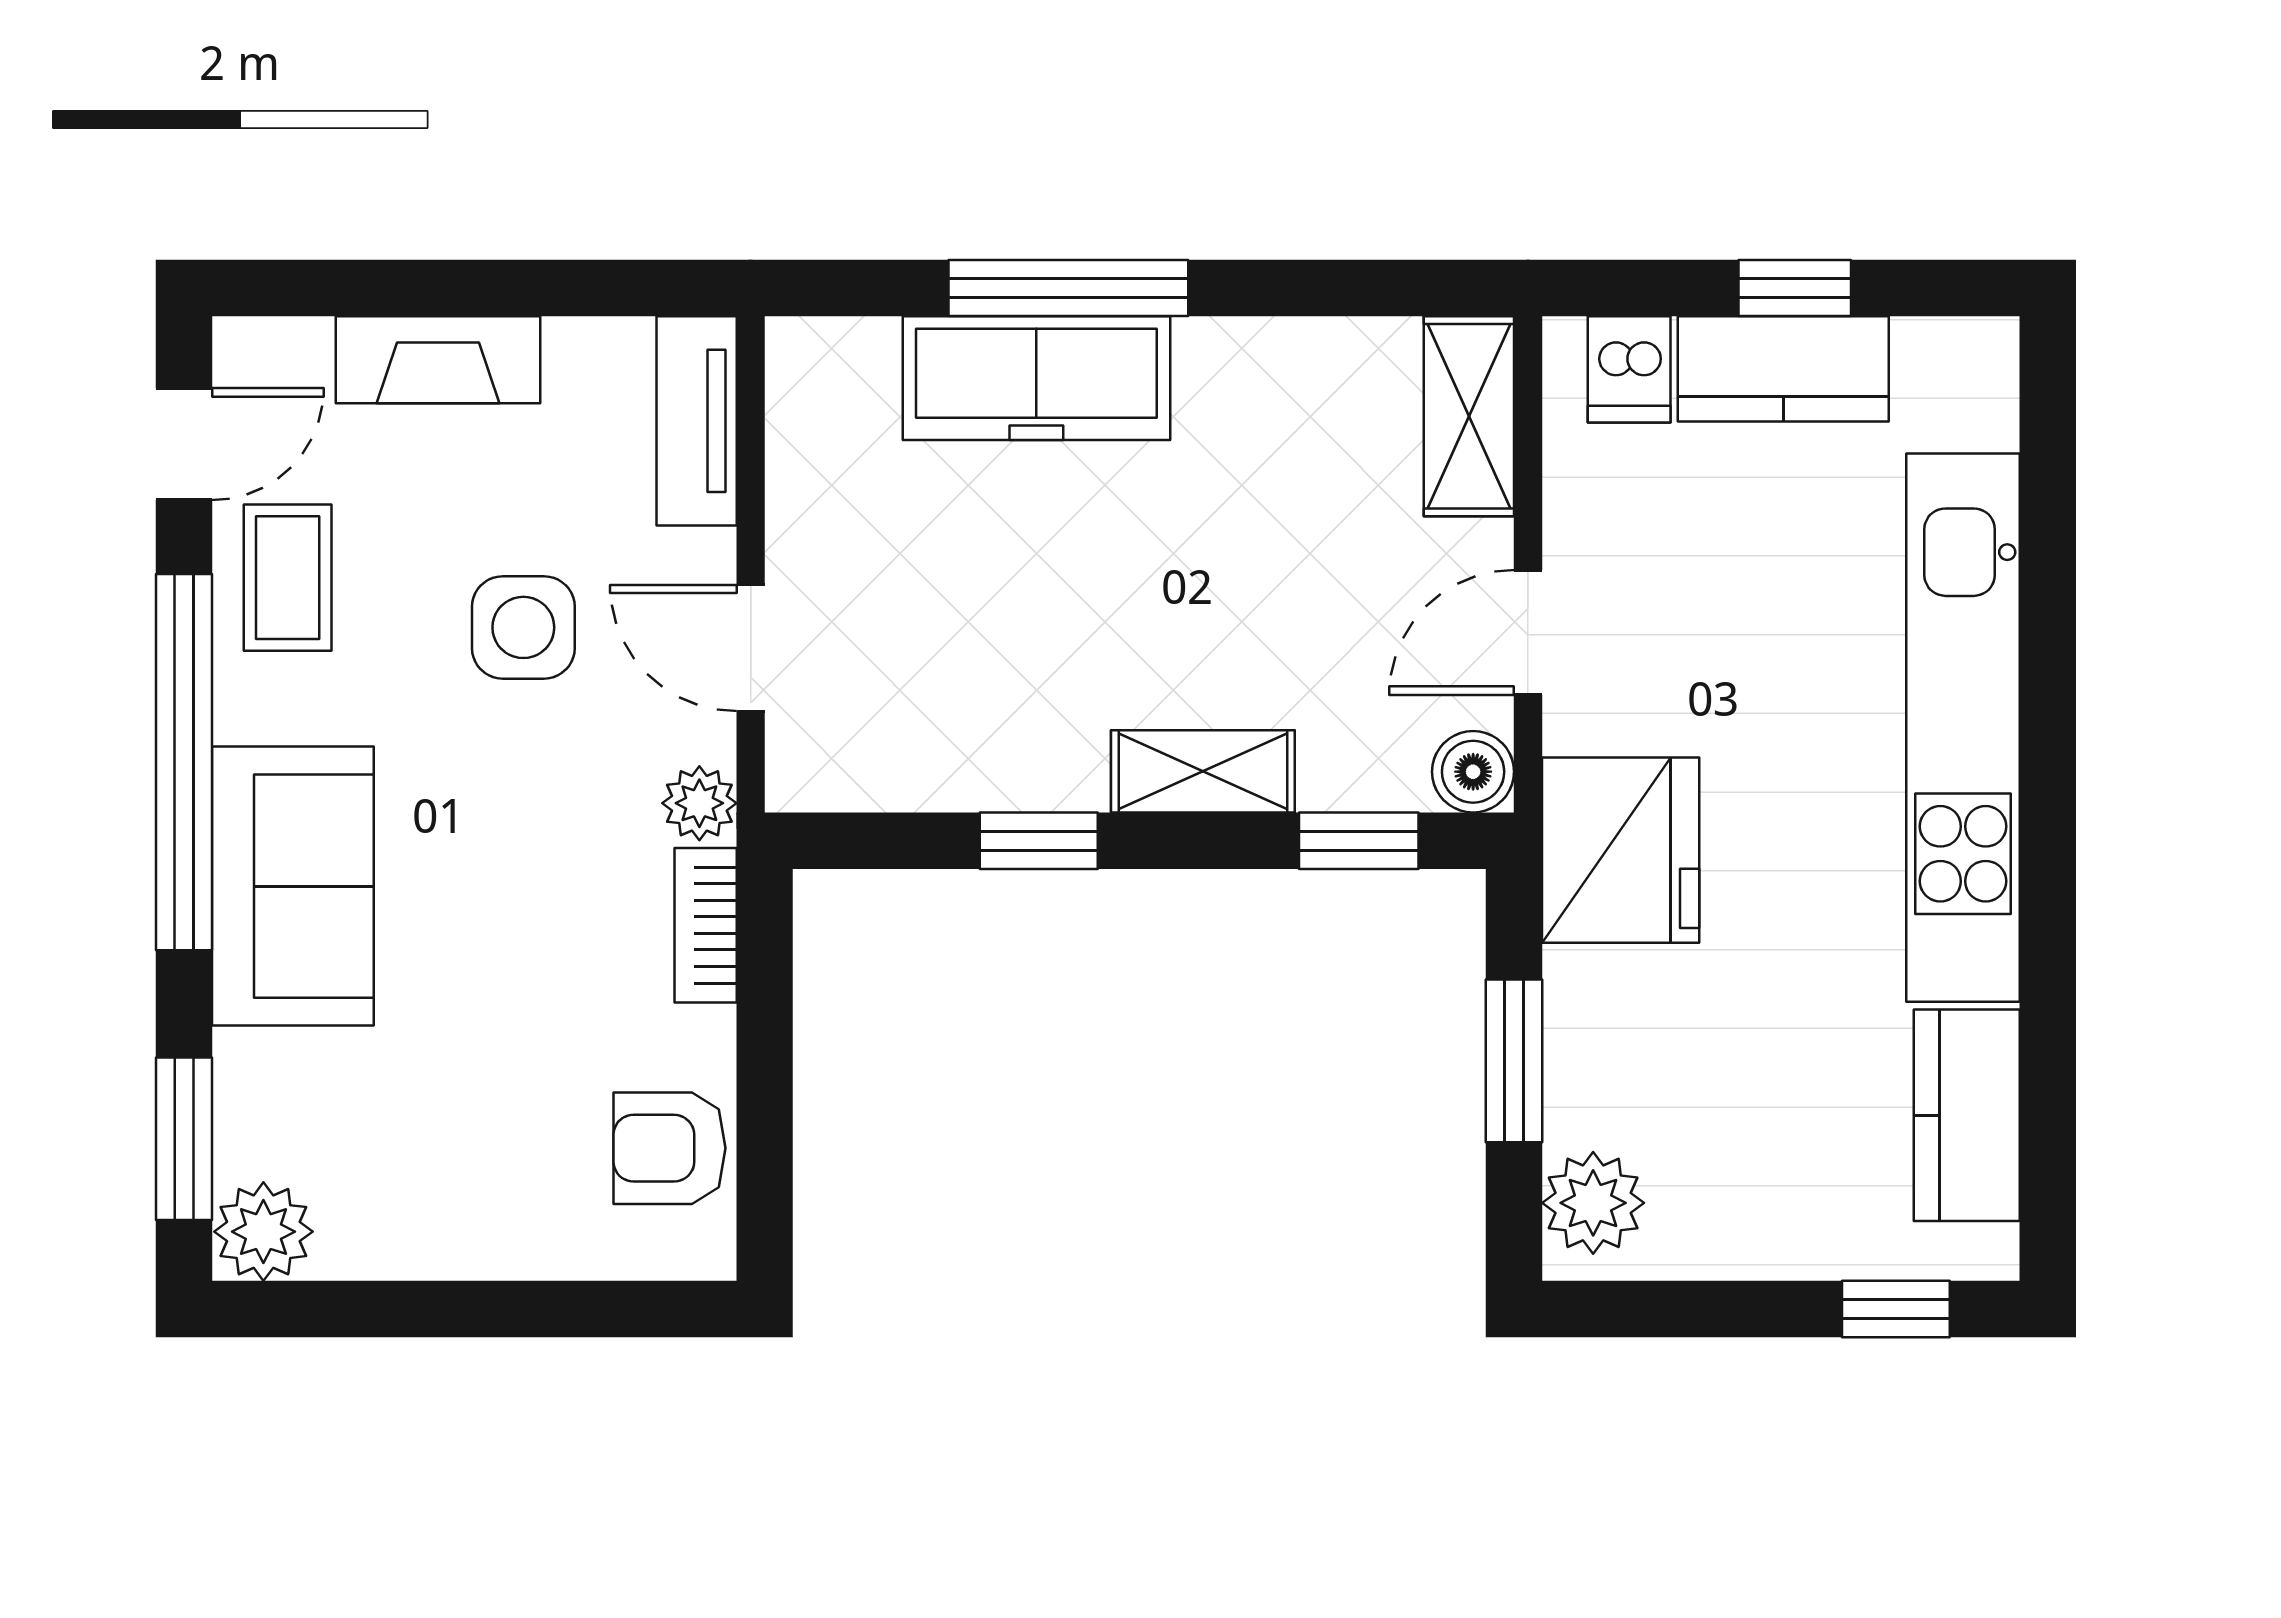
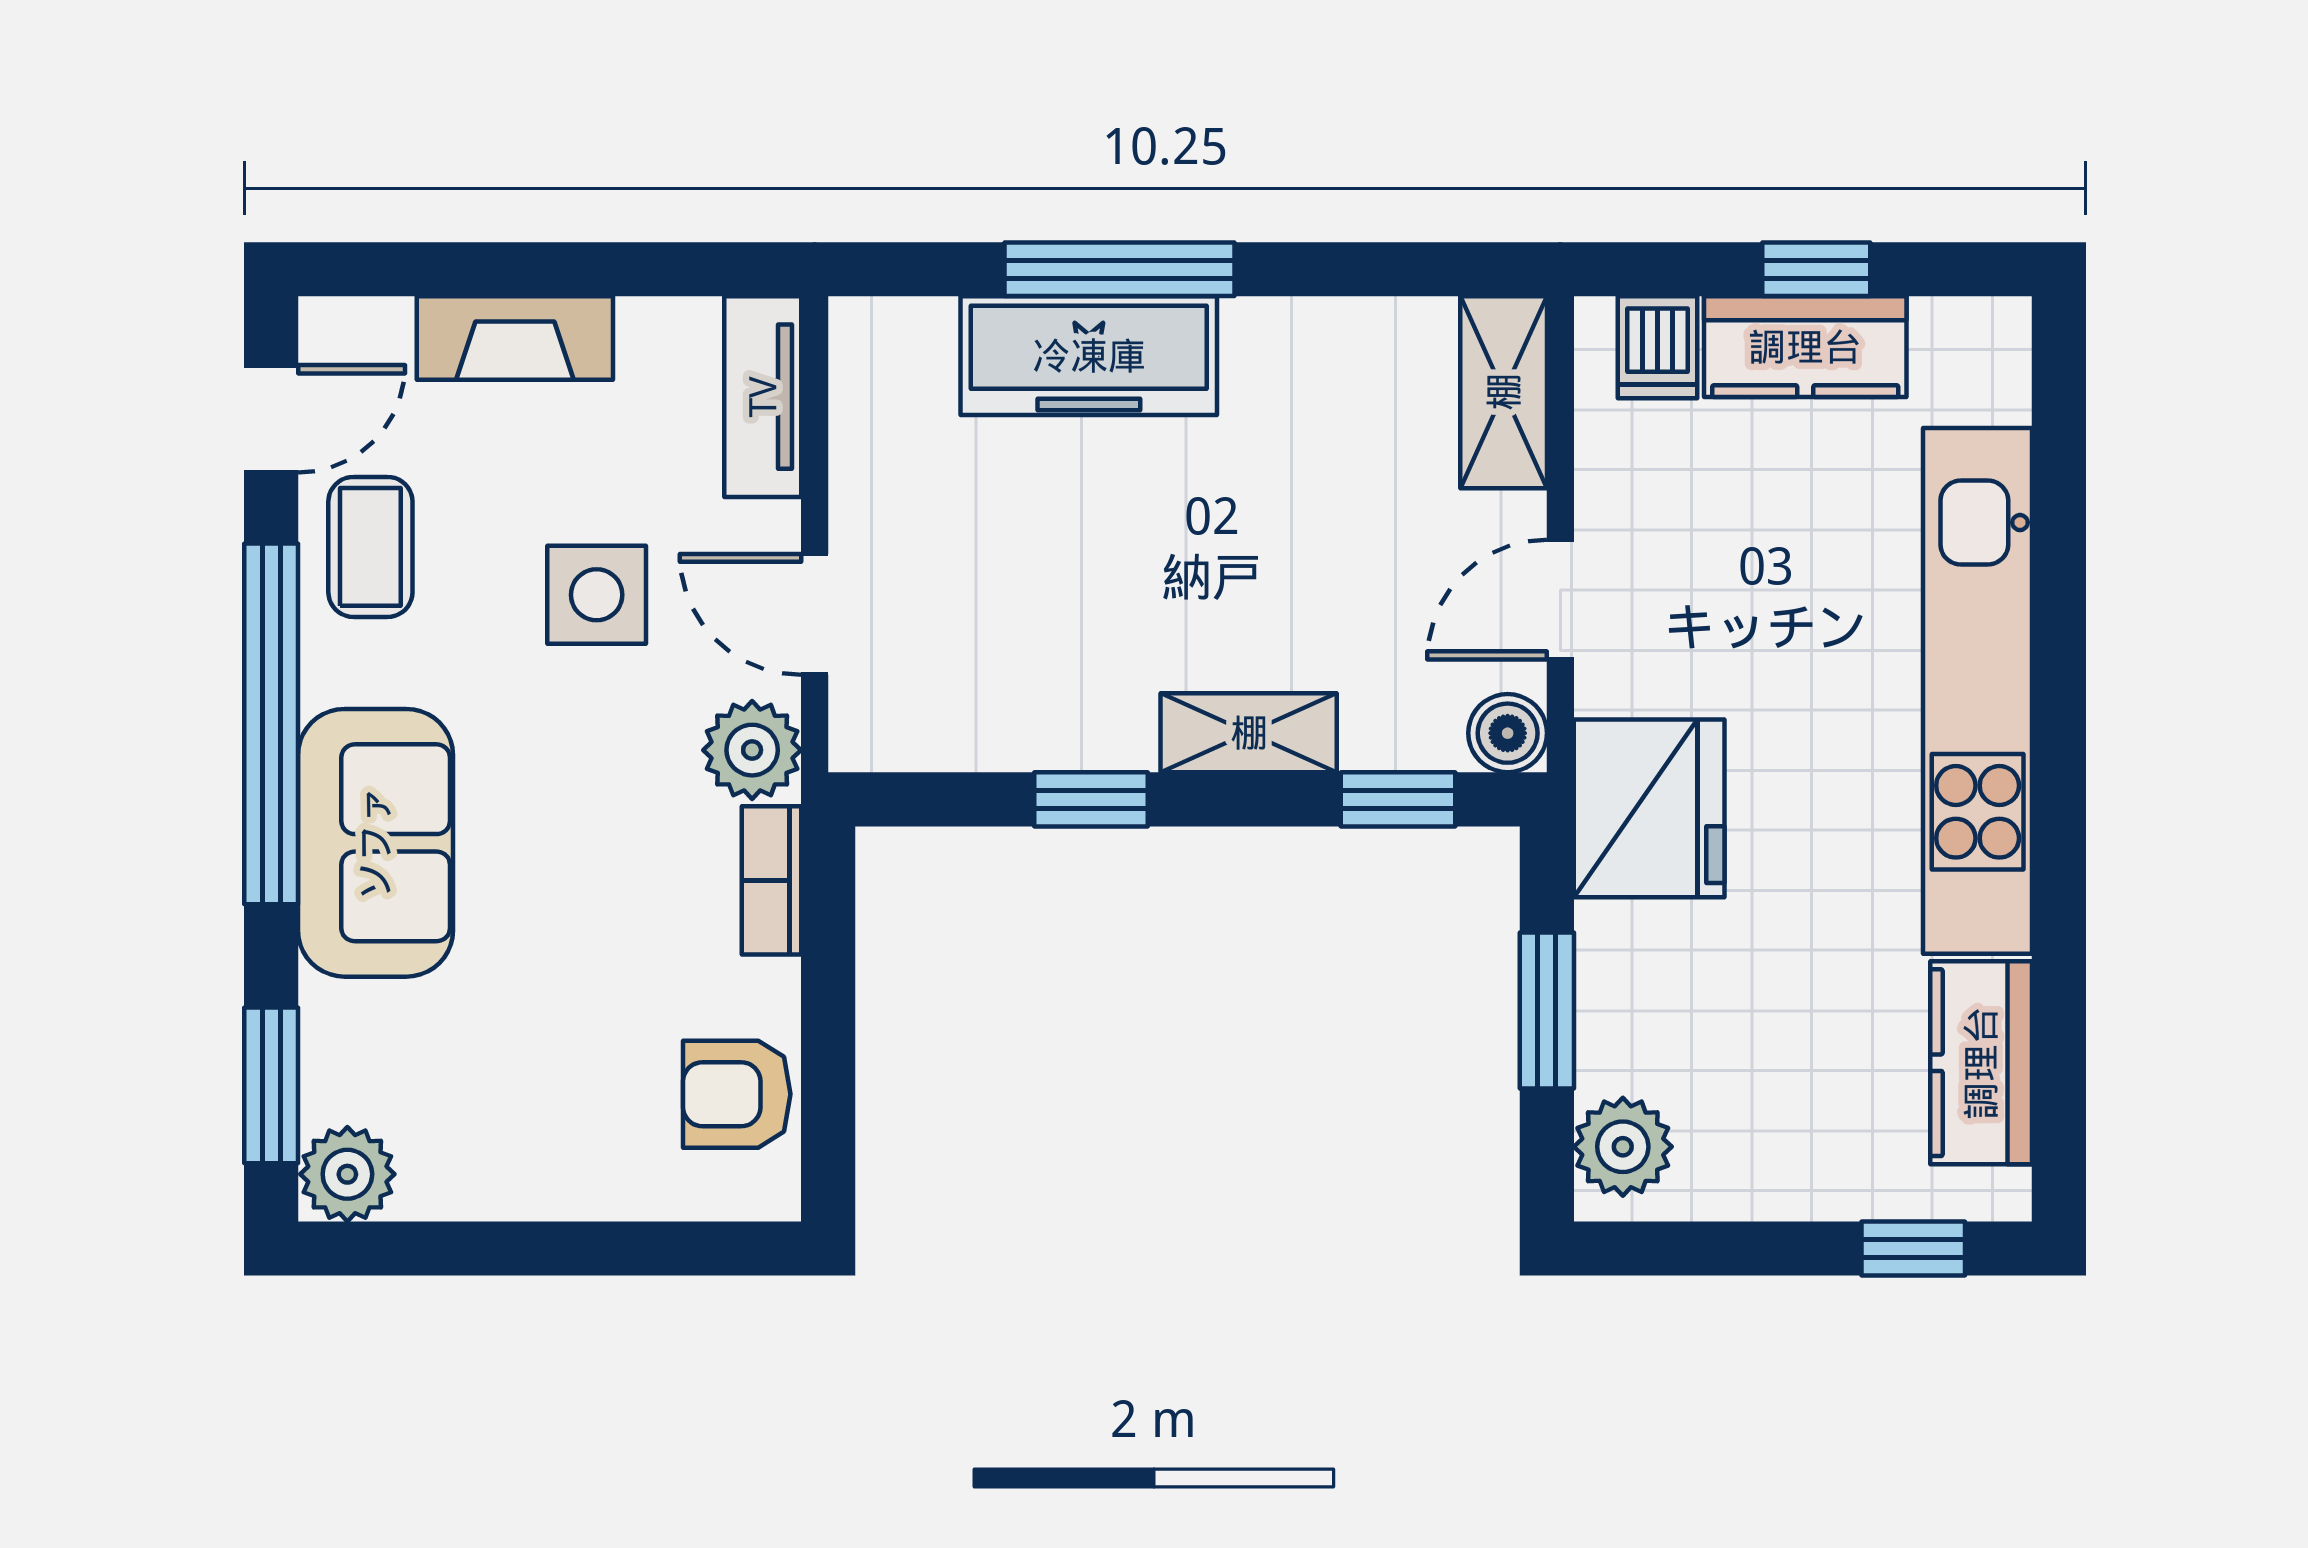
plant: (699, 803) -> (752, 750), width x1.38, depth x1.38

